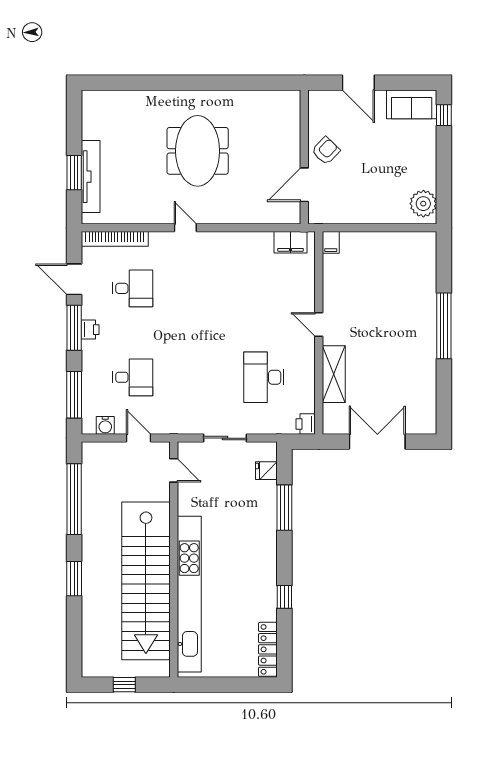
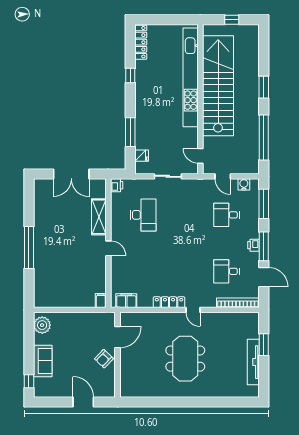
sofa: (412, 104) -> (43, 361), moved, turned 90
tv unit: (91, 177) -> (253, 362), moved
locker: (223, 240) -> (169, 302), added

